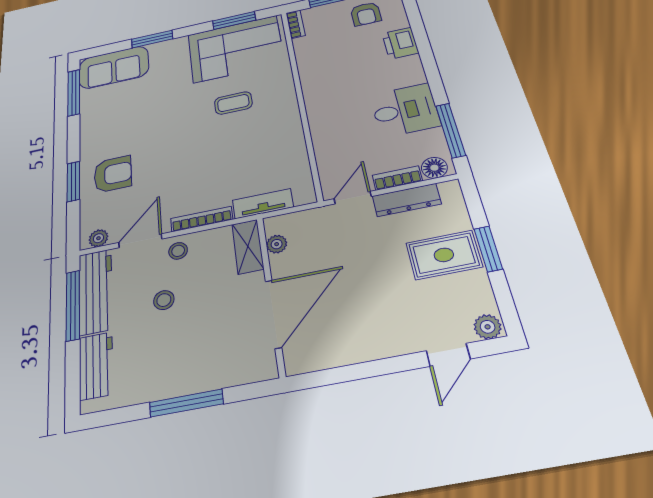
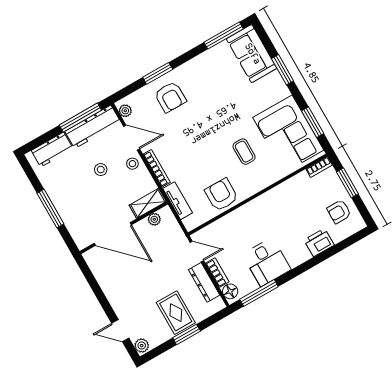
armchair: (280, 144) -> (222, 195), added

